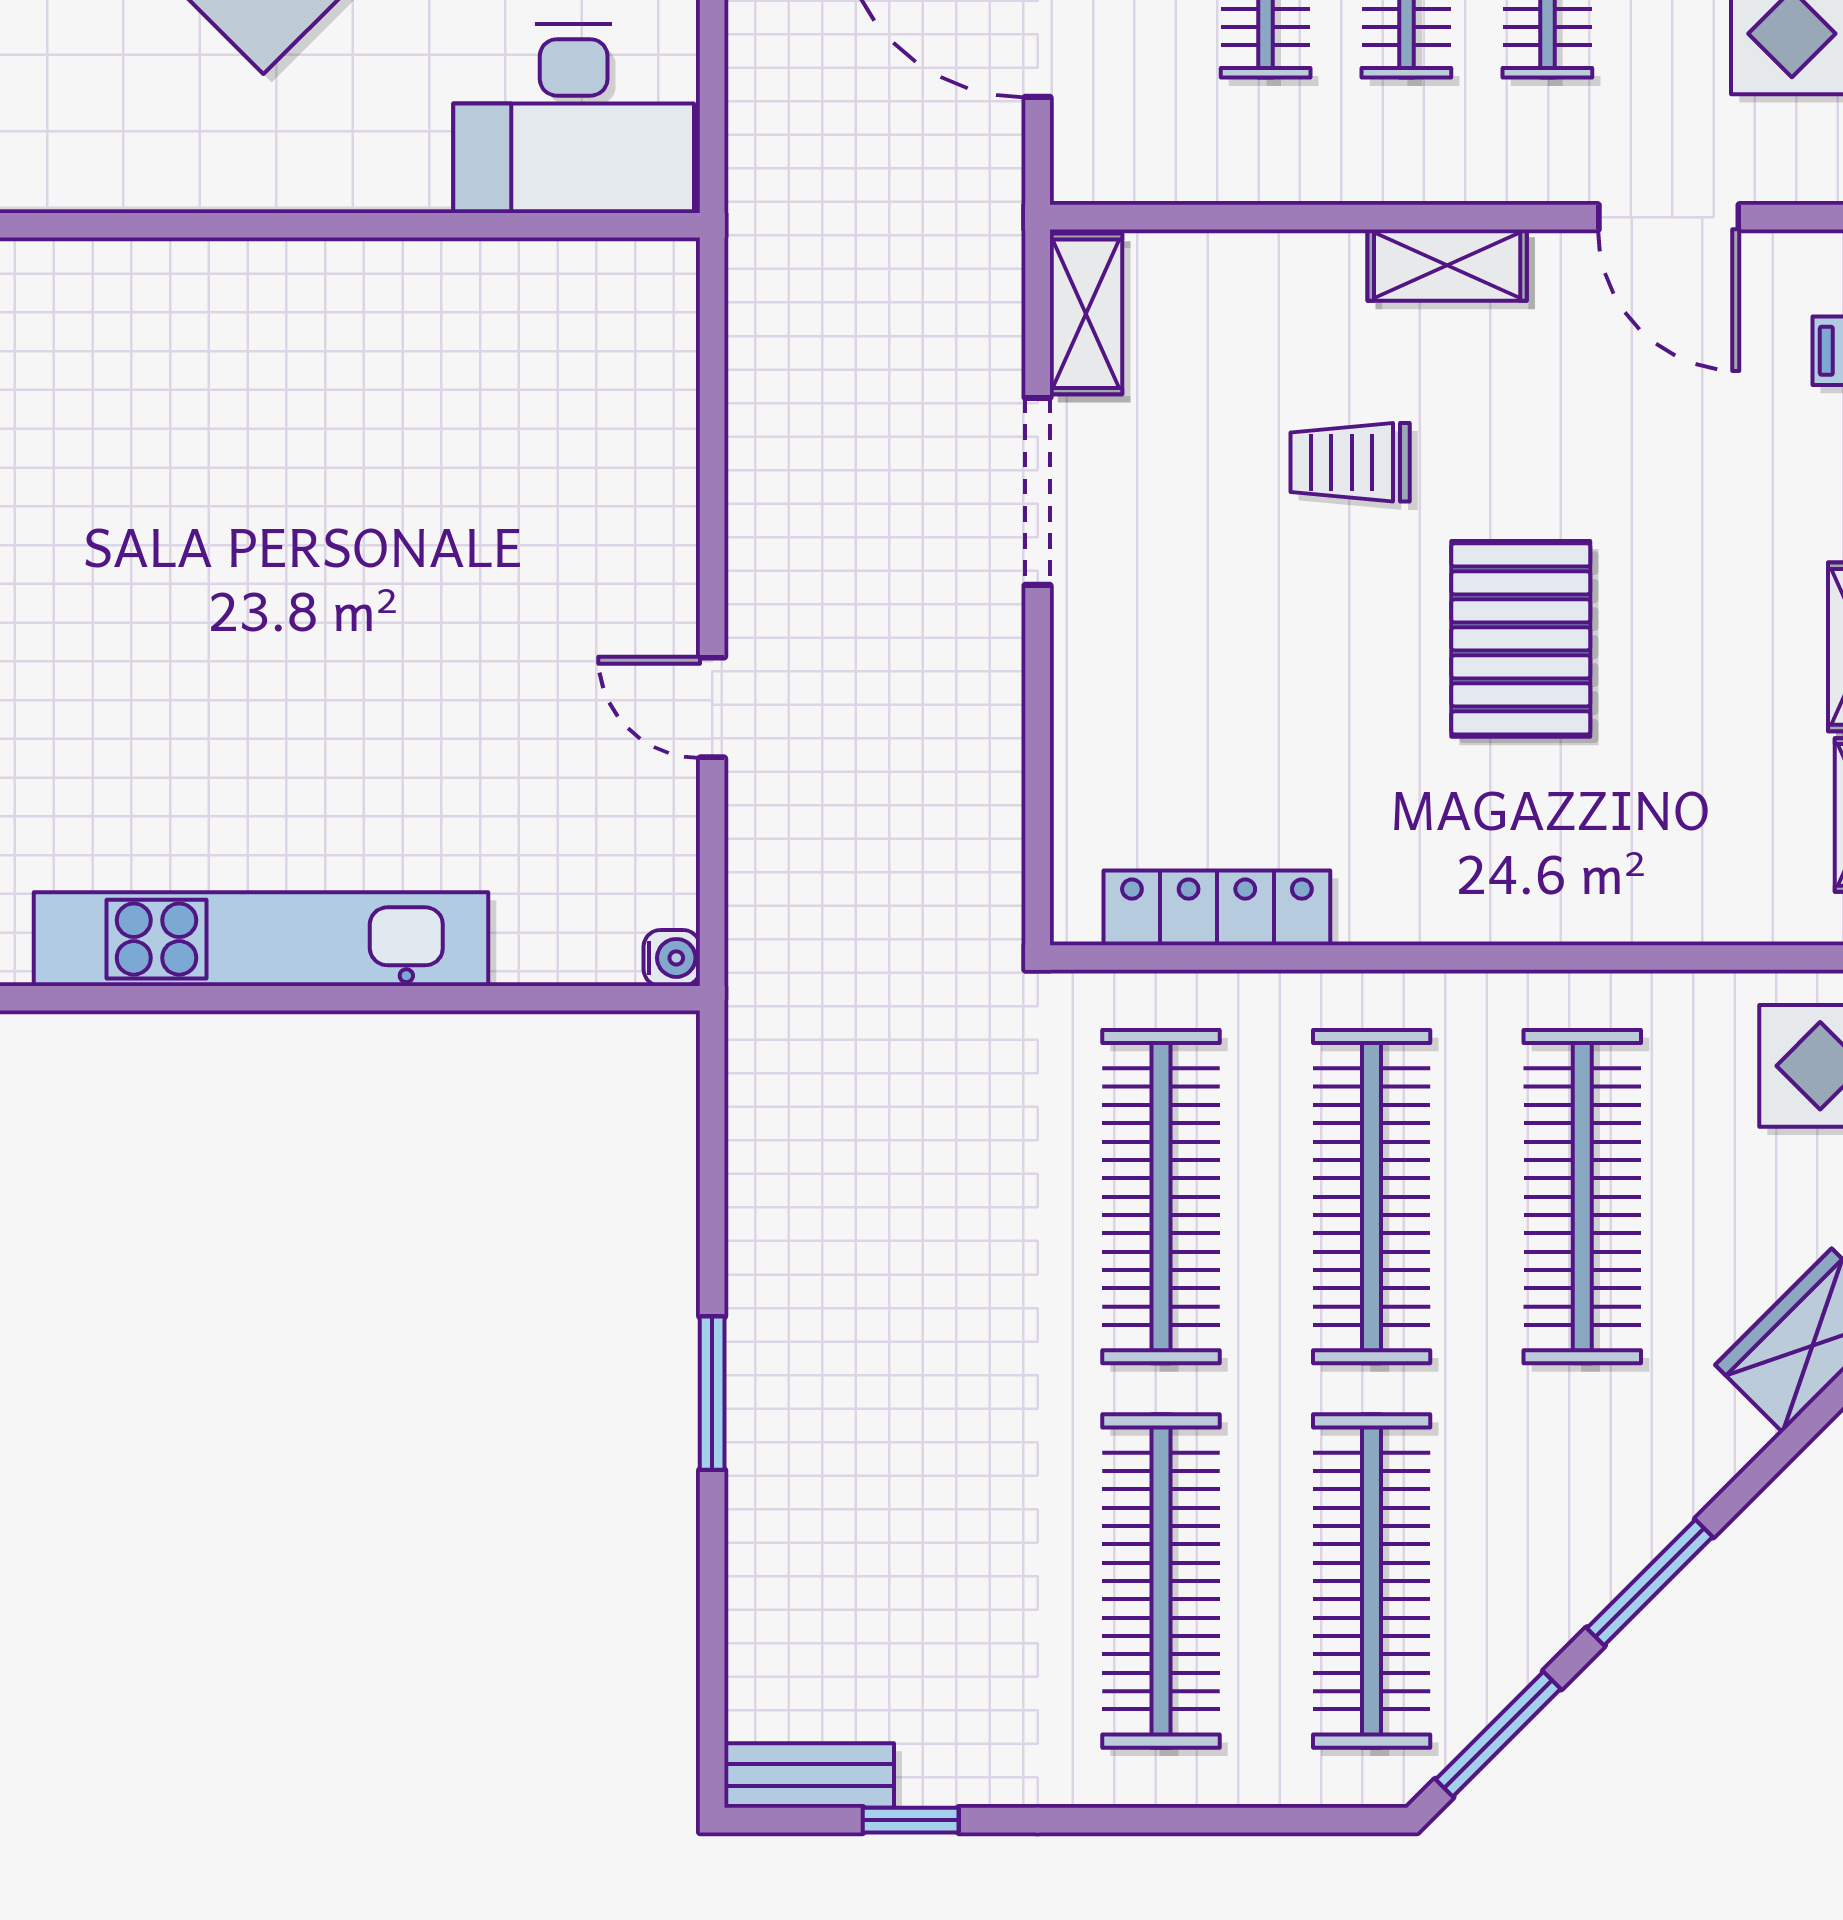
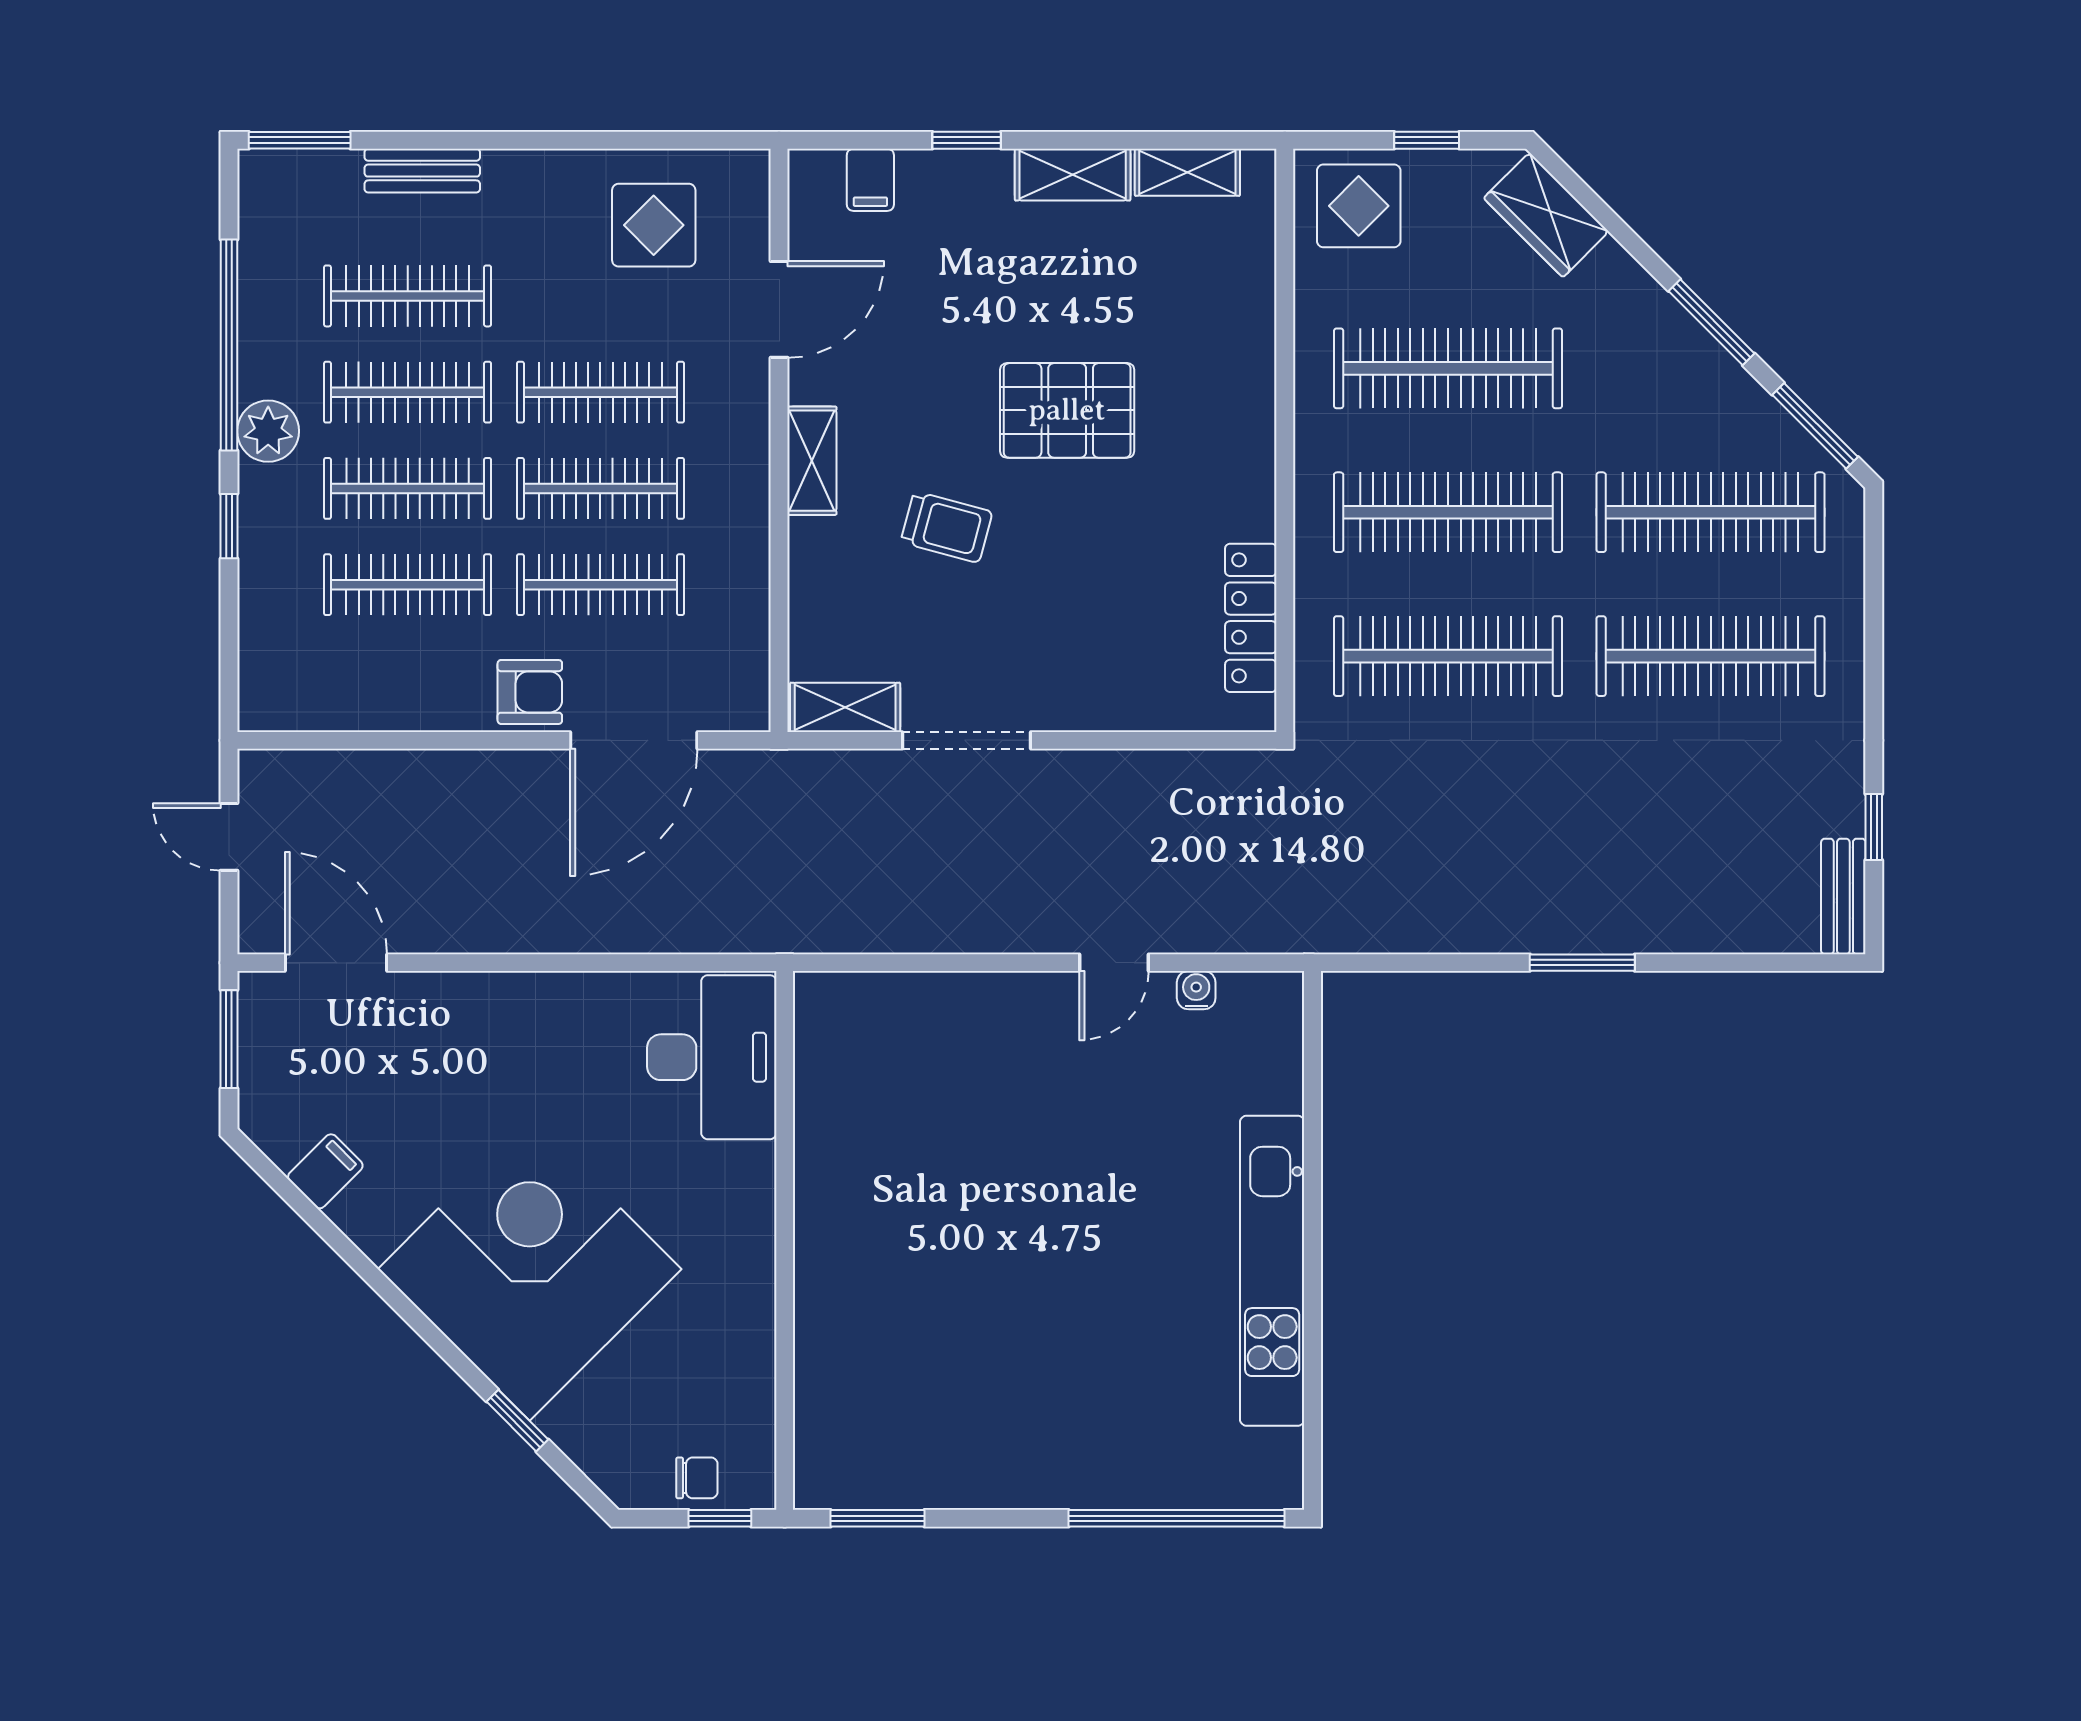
trolley: (1350, 462) -> (947, 527), turned -75
water cooler: (672, 958) -> (1196, 990), moved

